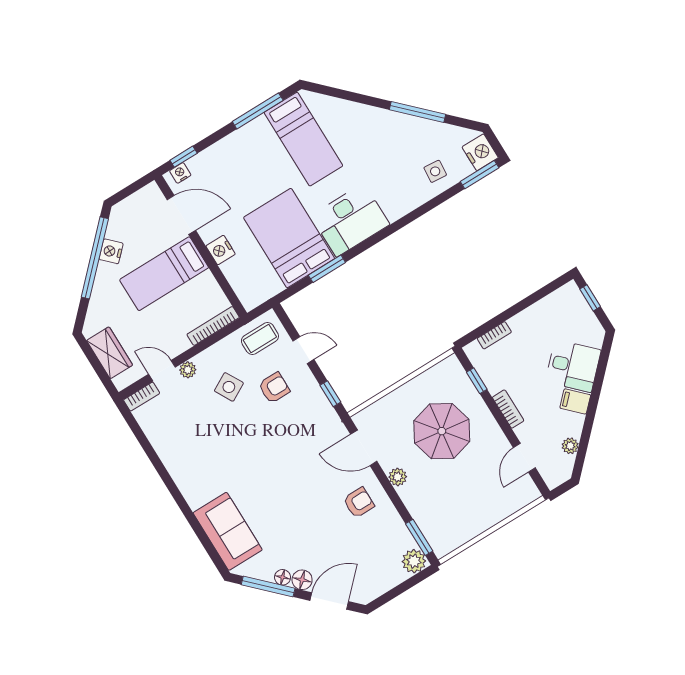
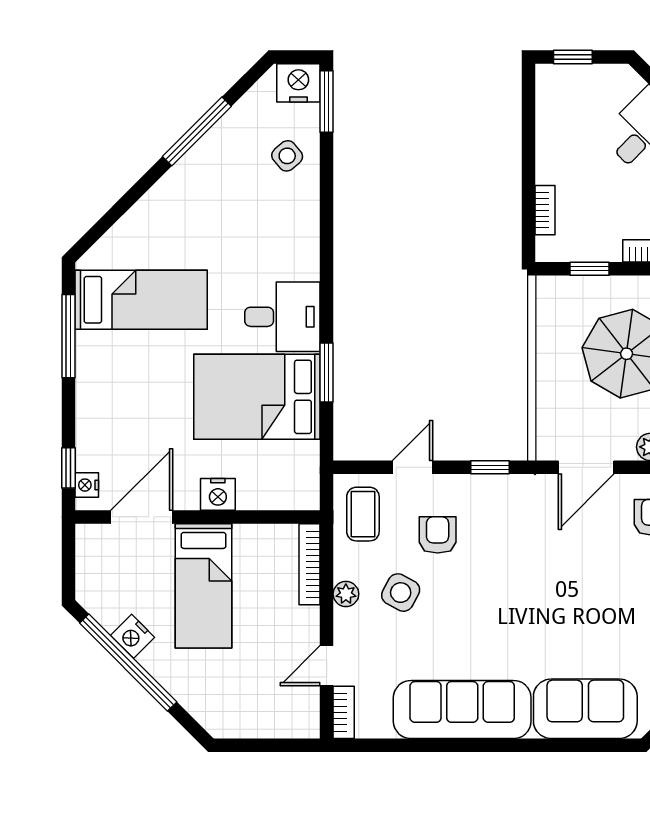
side table: (435, 171) -> (287, 156), turned 45
desk: (350, 220) -> (282, 317), width x0.73
wardrobe: (110, 353) -> (262, 719), removed
plant: (188, 370) -> (346, 594), moved
side table: (229, 387) -> (401, 593), turned -33
sofa: (184, 462) -> (462, 710), added

